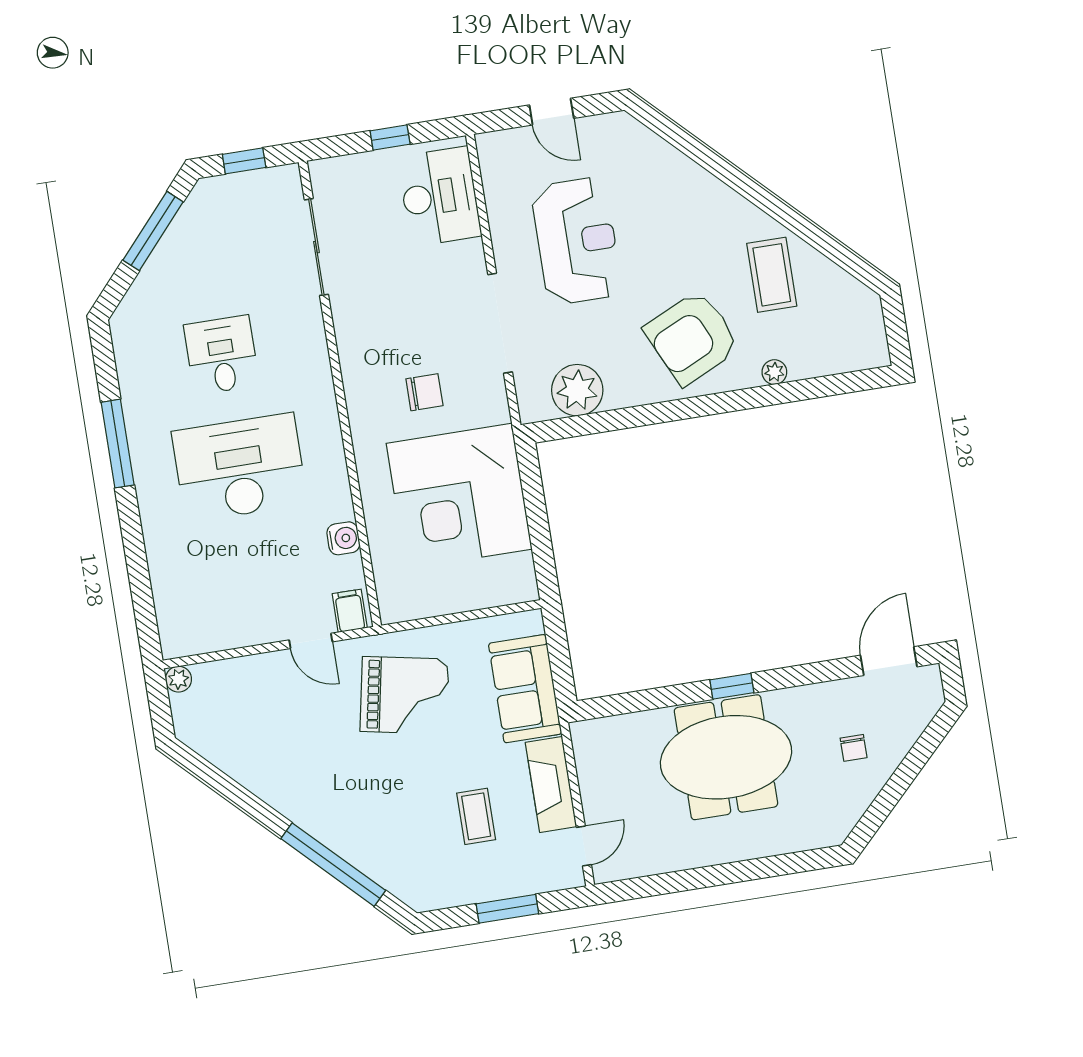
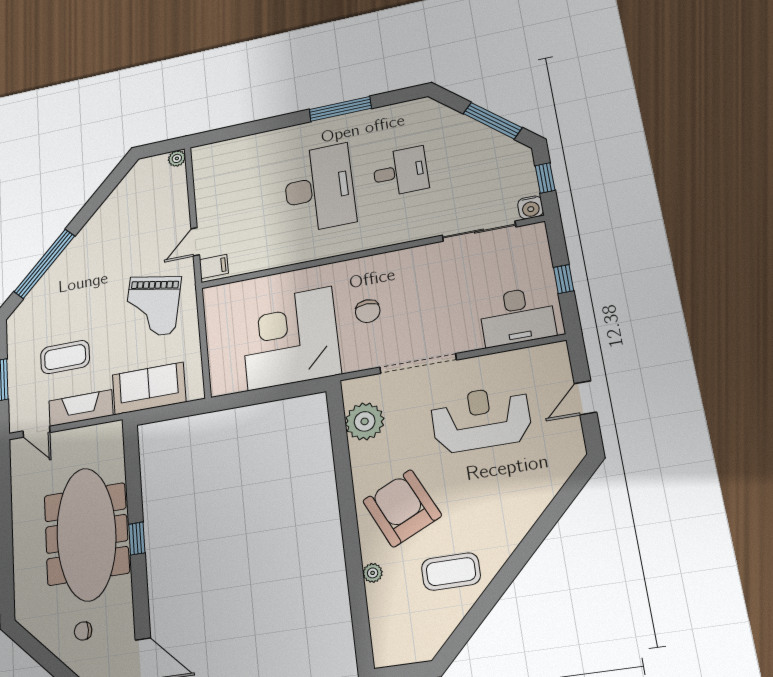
reception desk: (577, 241) -> (481, 419), turned 180
water cooler: (343, 538) -> (531, 207), moved
meeting table: (726, 757) -> (86, 534), width x1.36
coffee table: (476, 816) -> (65, 357), width x1.36, depth x1.30

